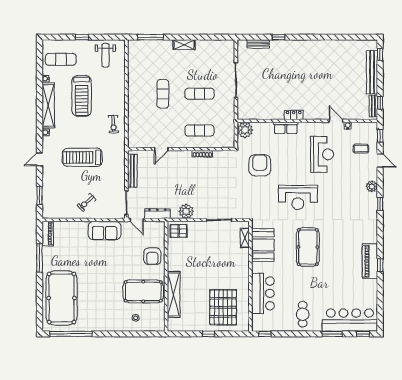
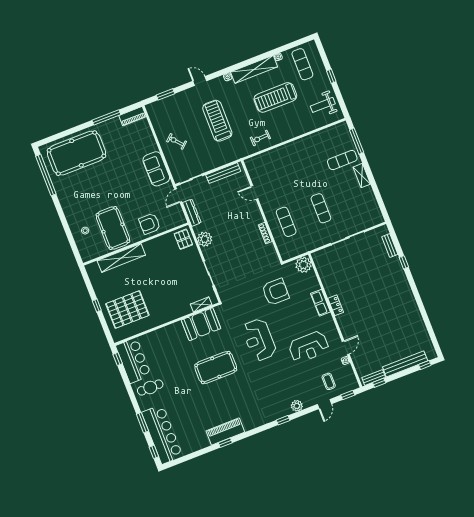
exercise mat: (163, 94) -> (342, 160), moved
bar counter: (263, 293) -> (133, 361), moved, turned -90

